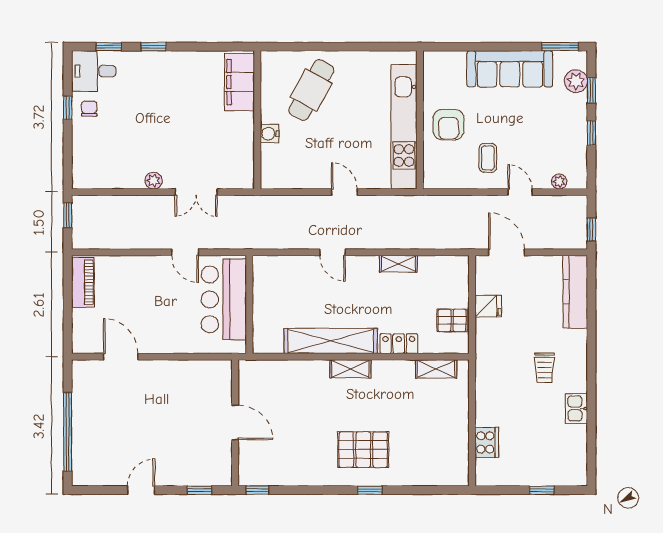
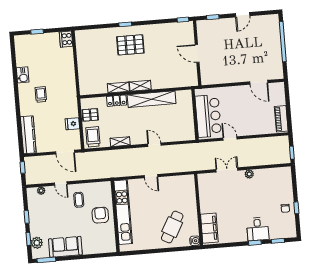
sofa: (510, 69) -> (65, 247), width x0.73
desk: (94, 71) -> (258, 229), moved, turned 90
water cooler: (270, 134) -> (195, 241), moved
trolley: (450, 277) -> (93, 137), added
shelving: (436, 369) -> (118, 87), moved
cooker: (487, 442) -> (66, 39), moved

